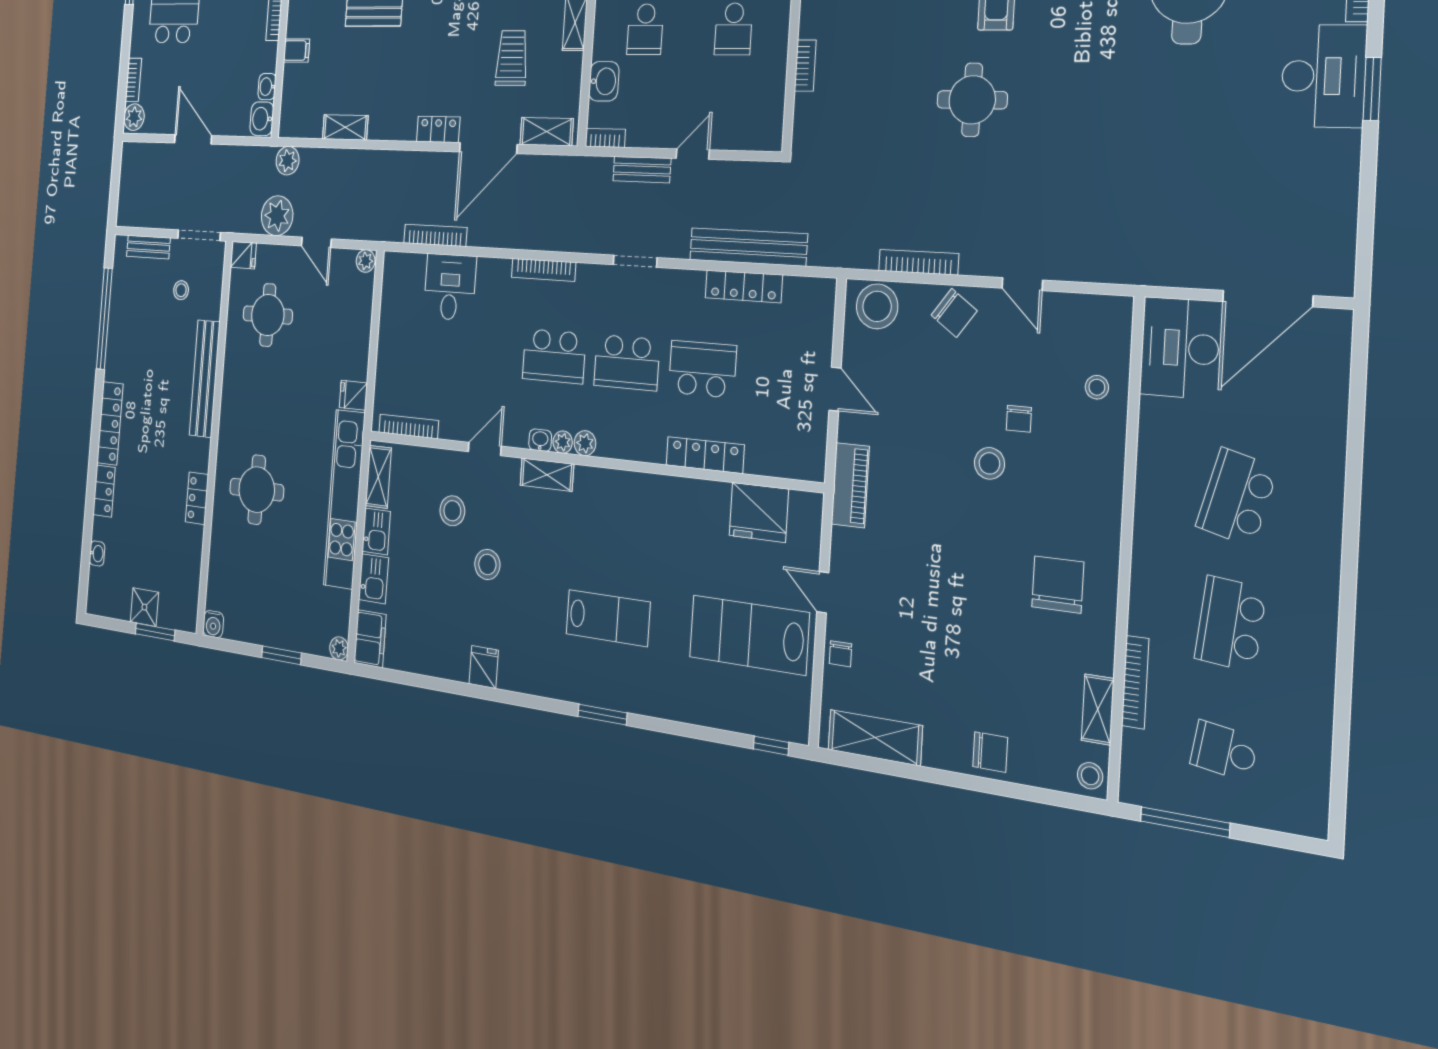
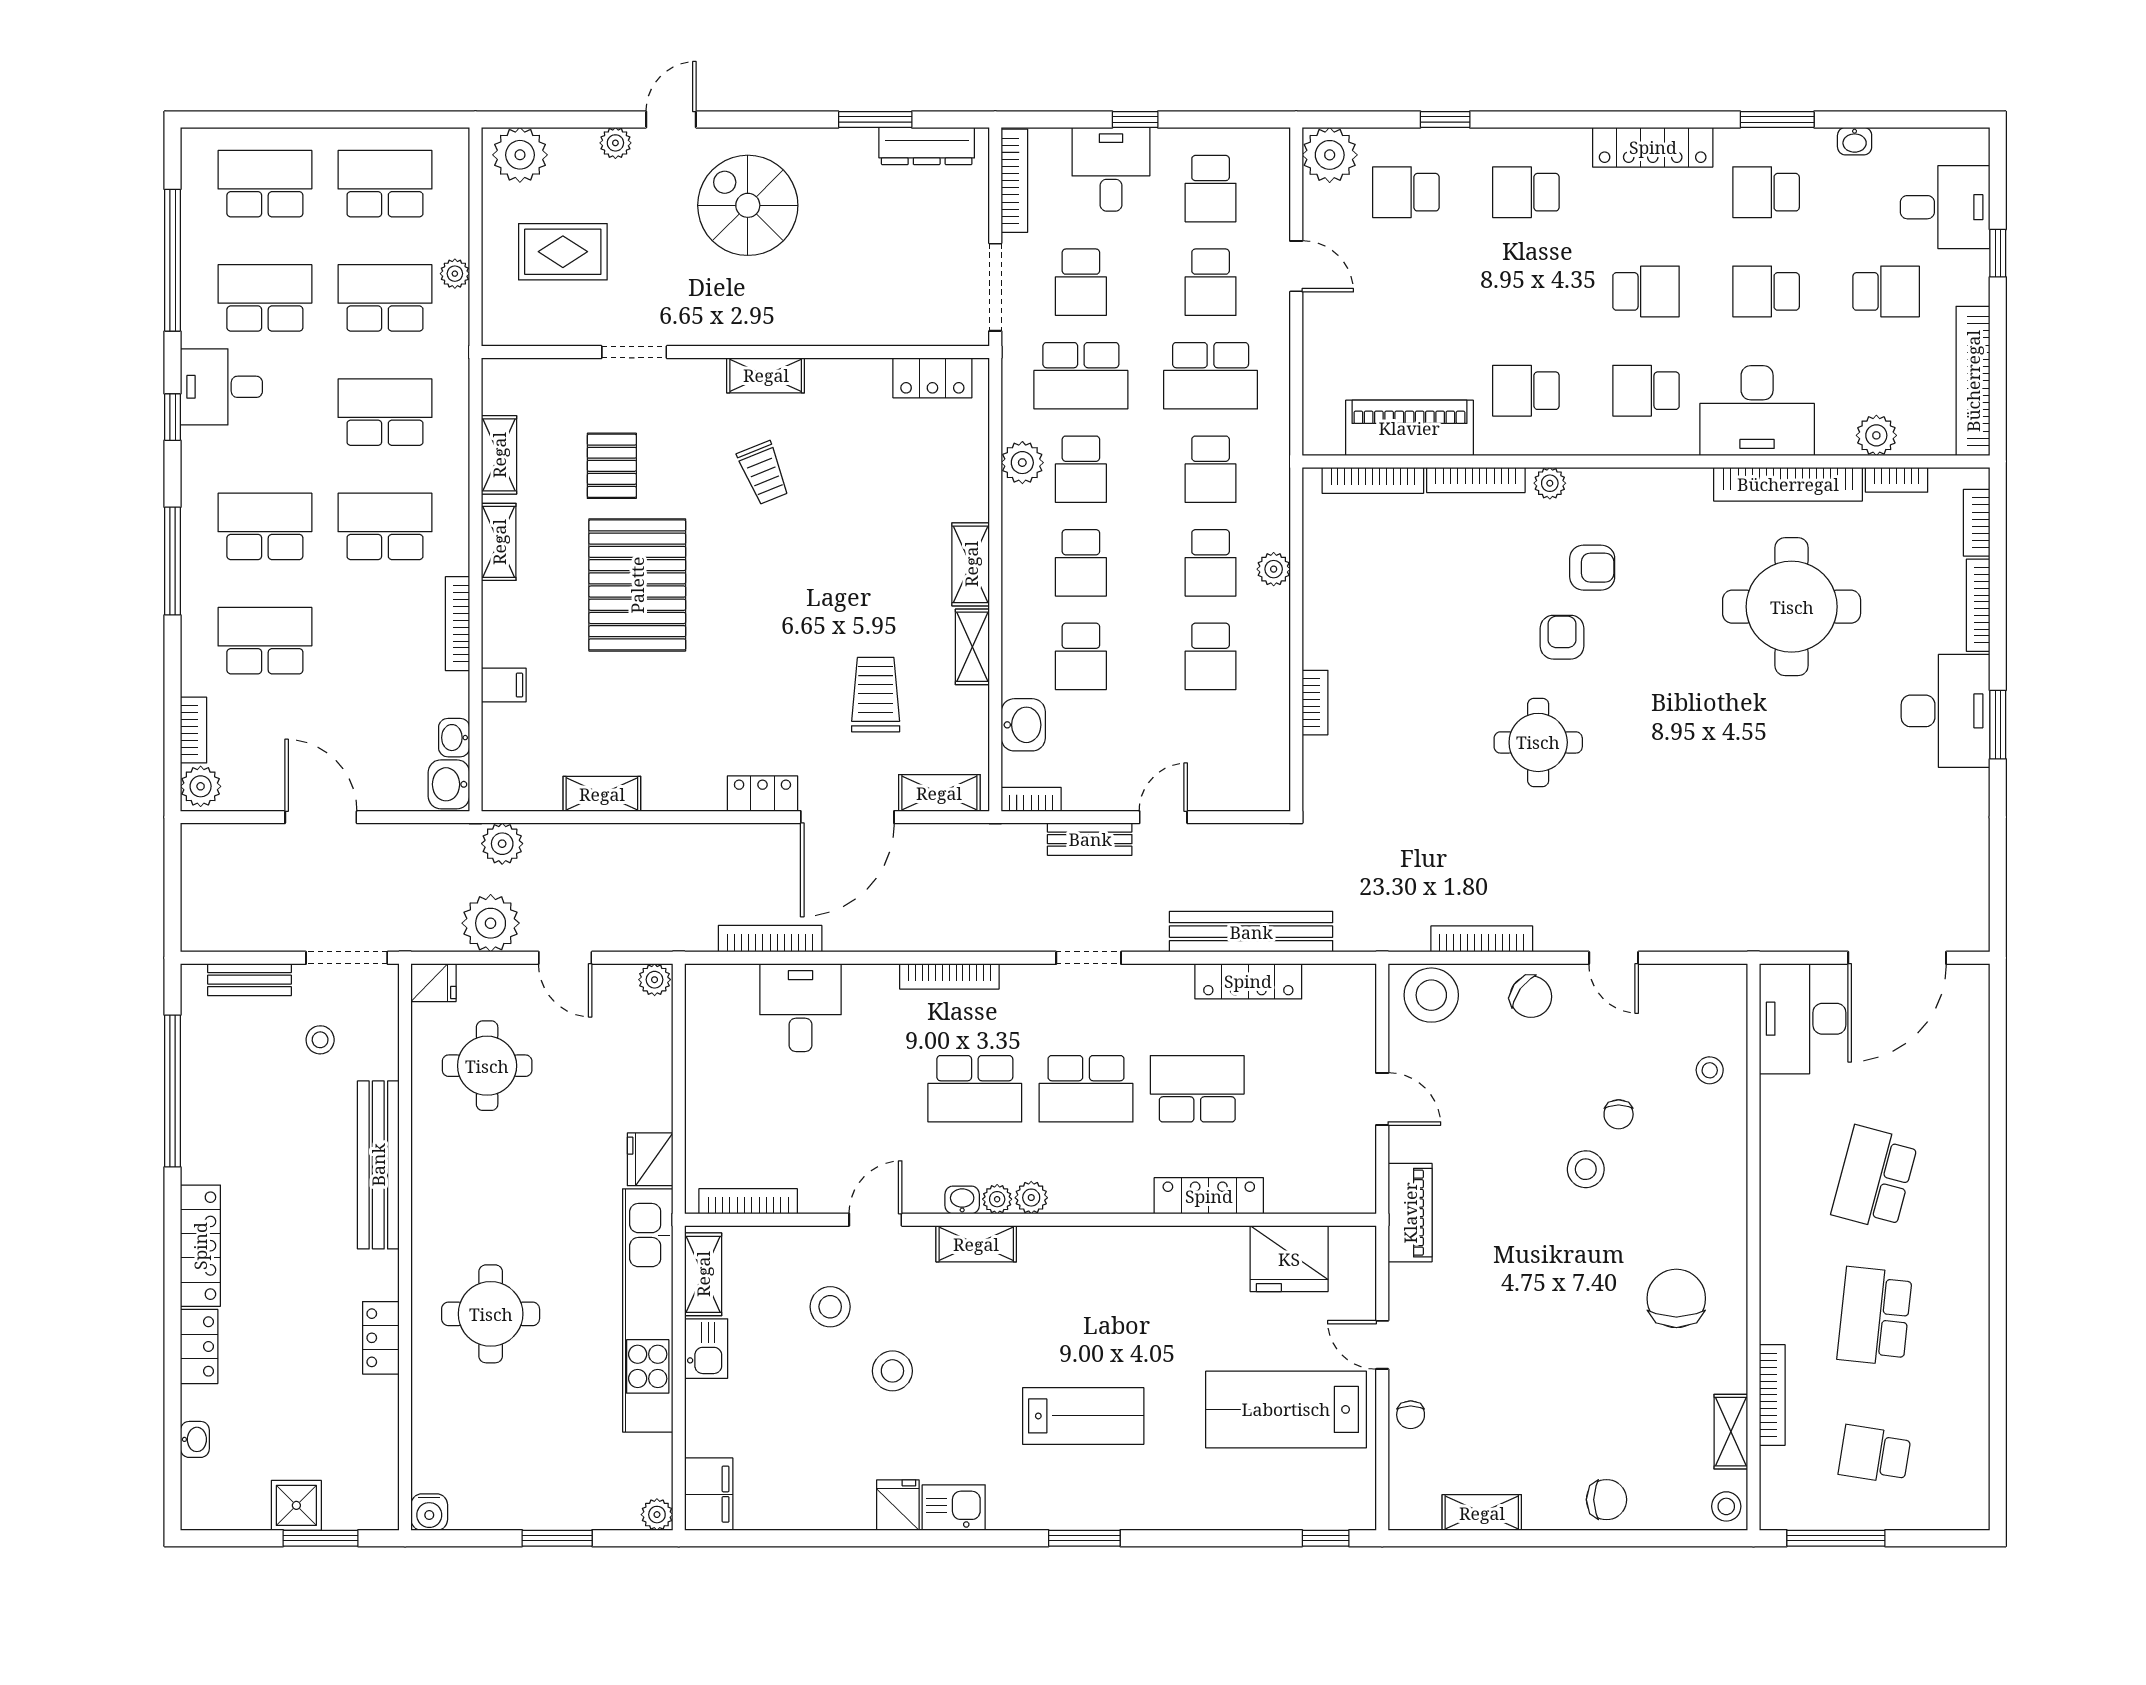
fridge: (353, 395) -> (650, 1159), width x1.38
kitchen sink: (374, 579) -> (954, 1508), moved, turned -90
shelving: (875, 738) -> (1482, 1513), width x0.67, depth x0.75

